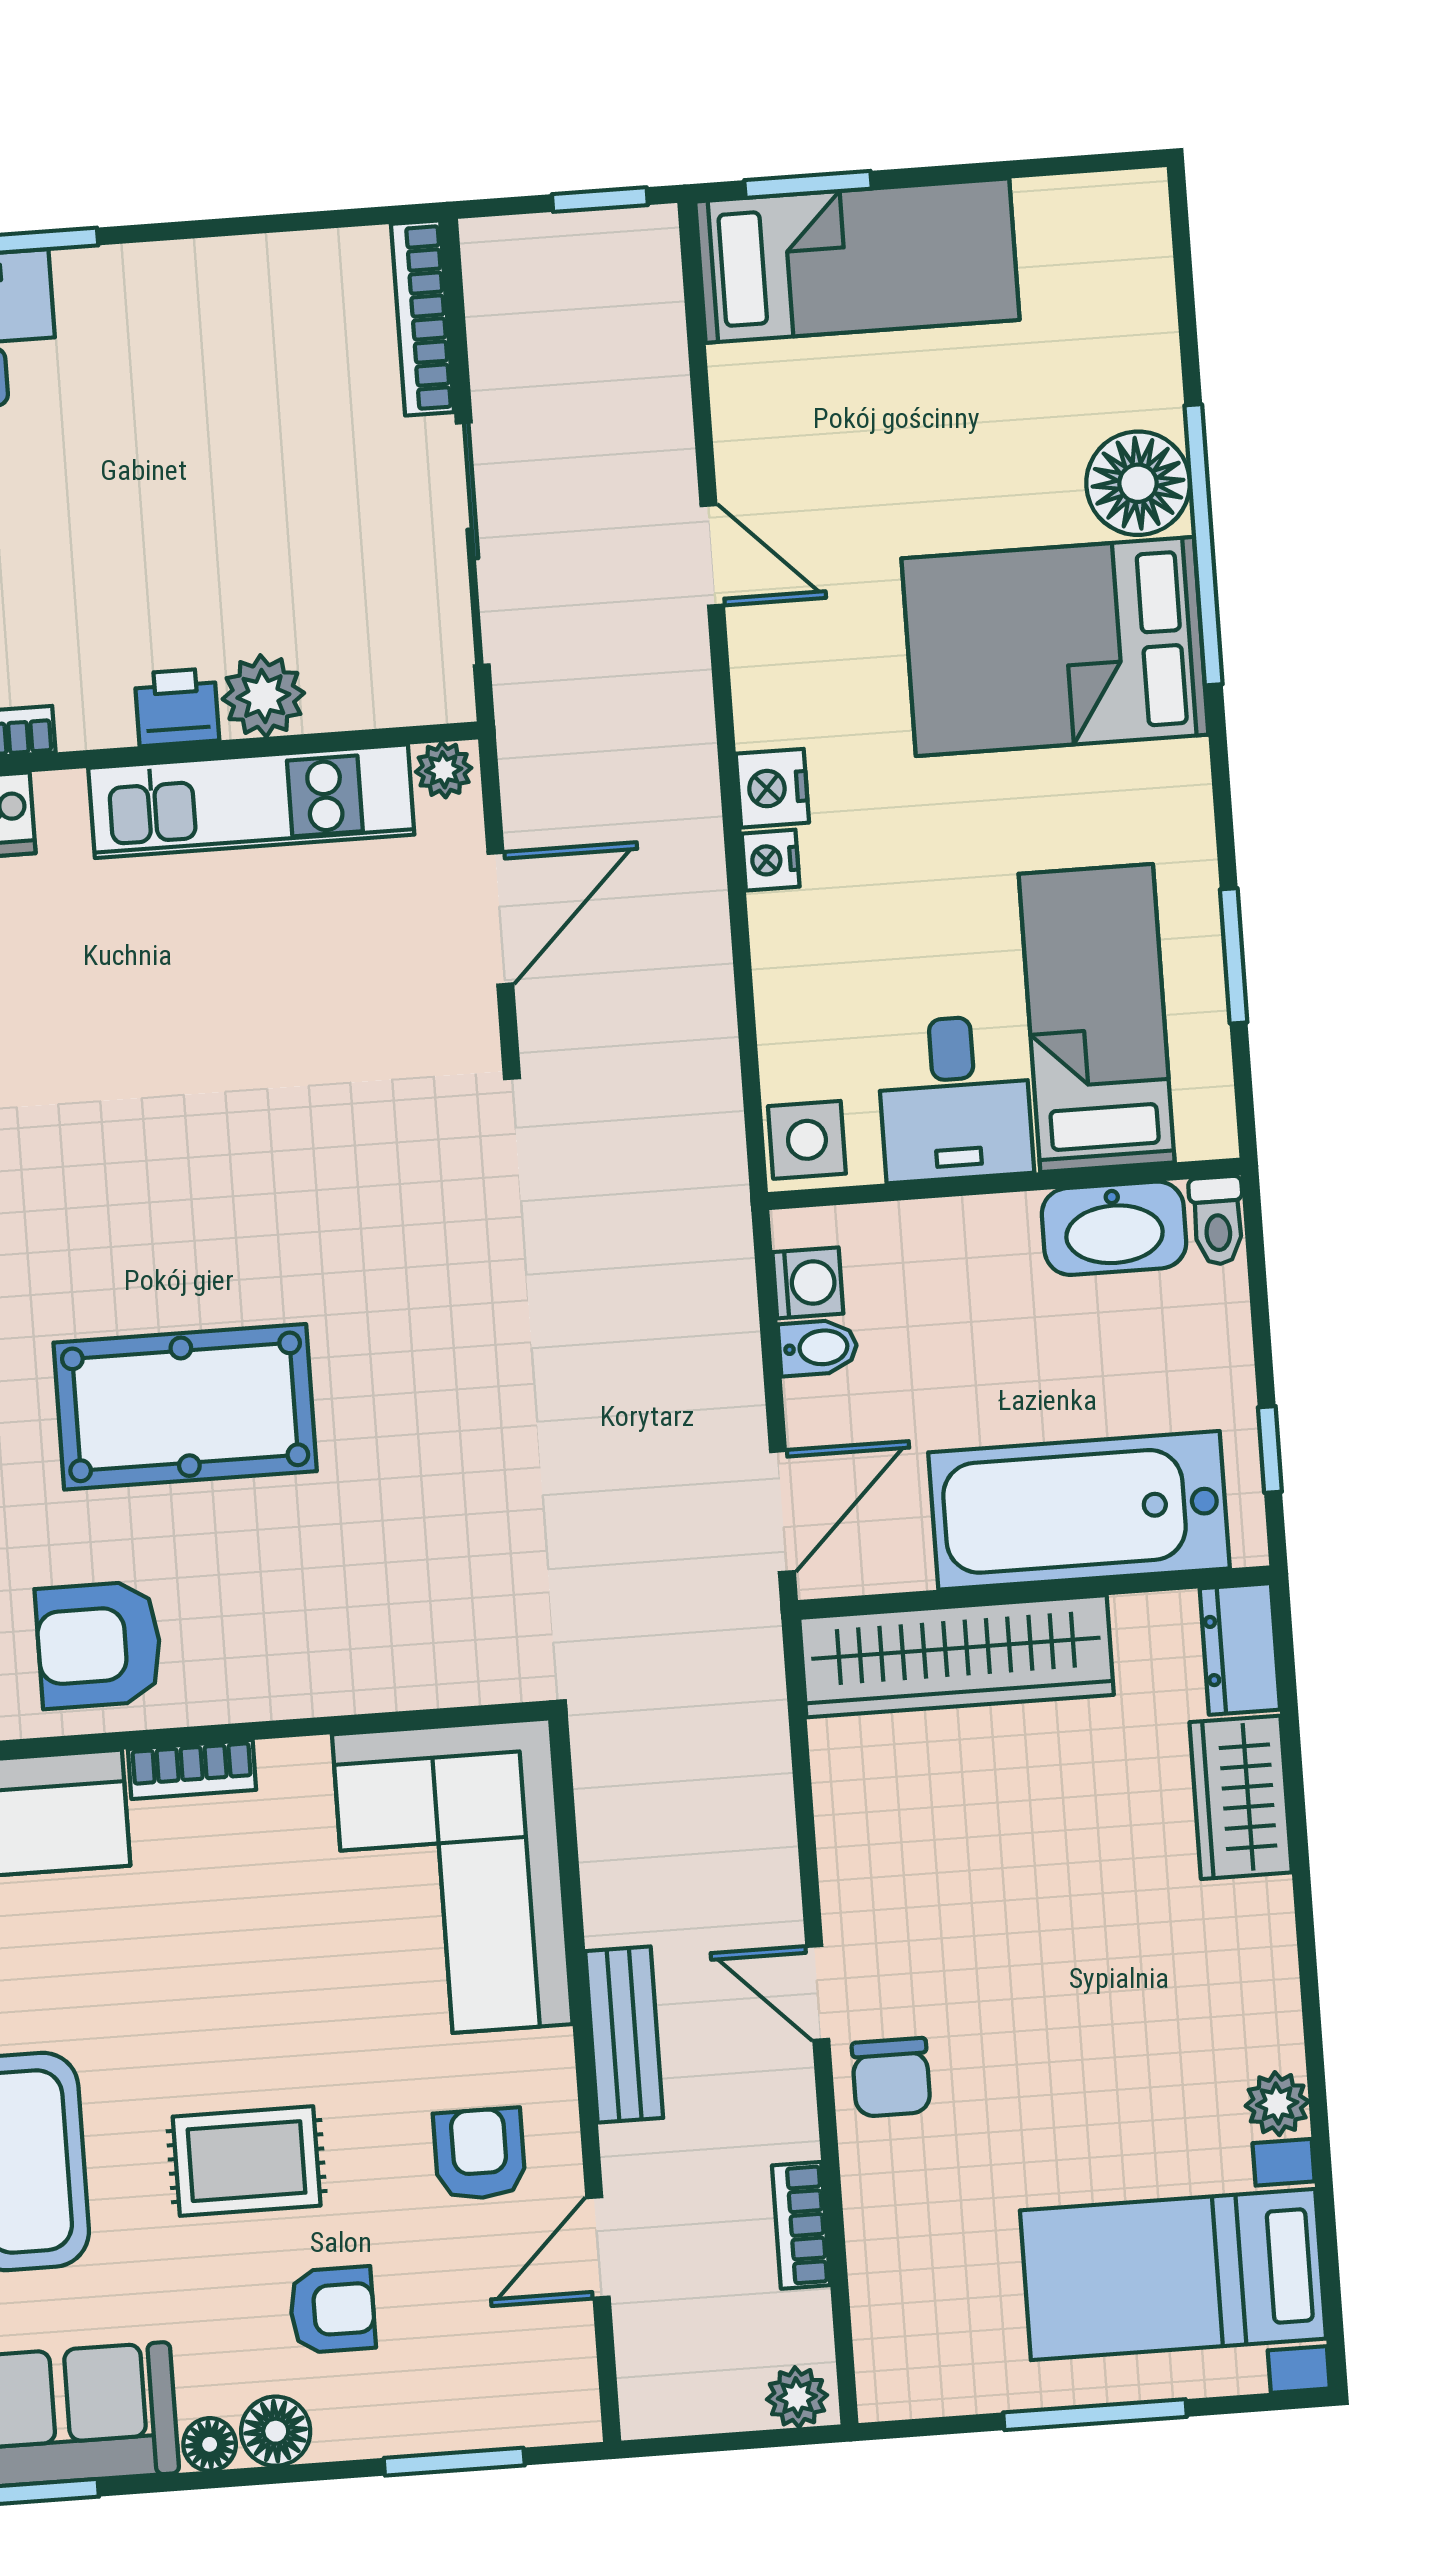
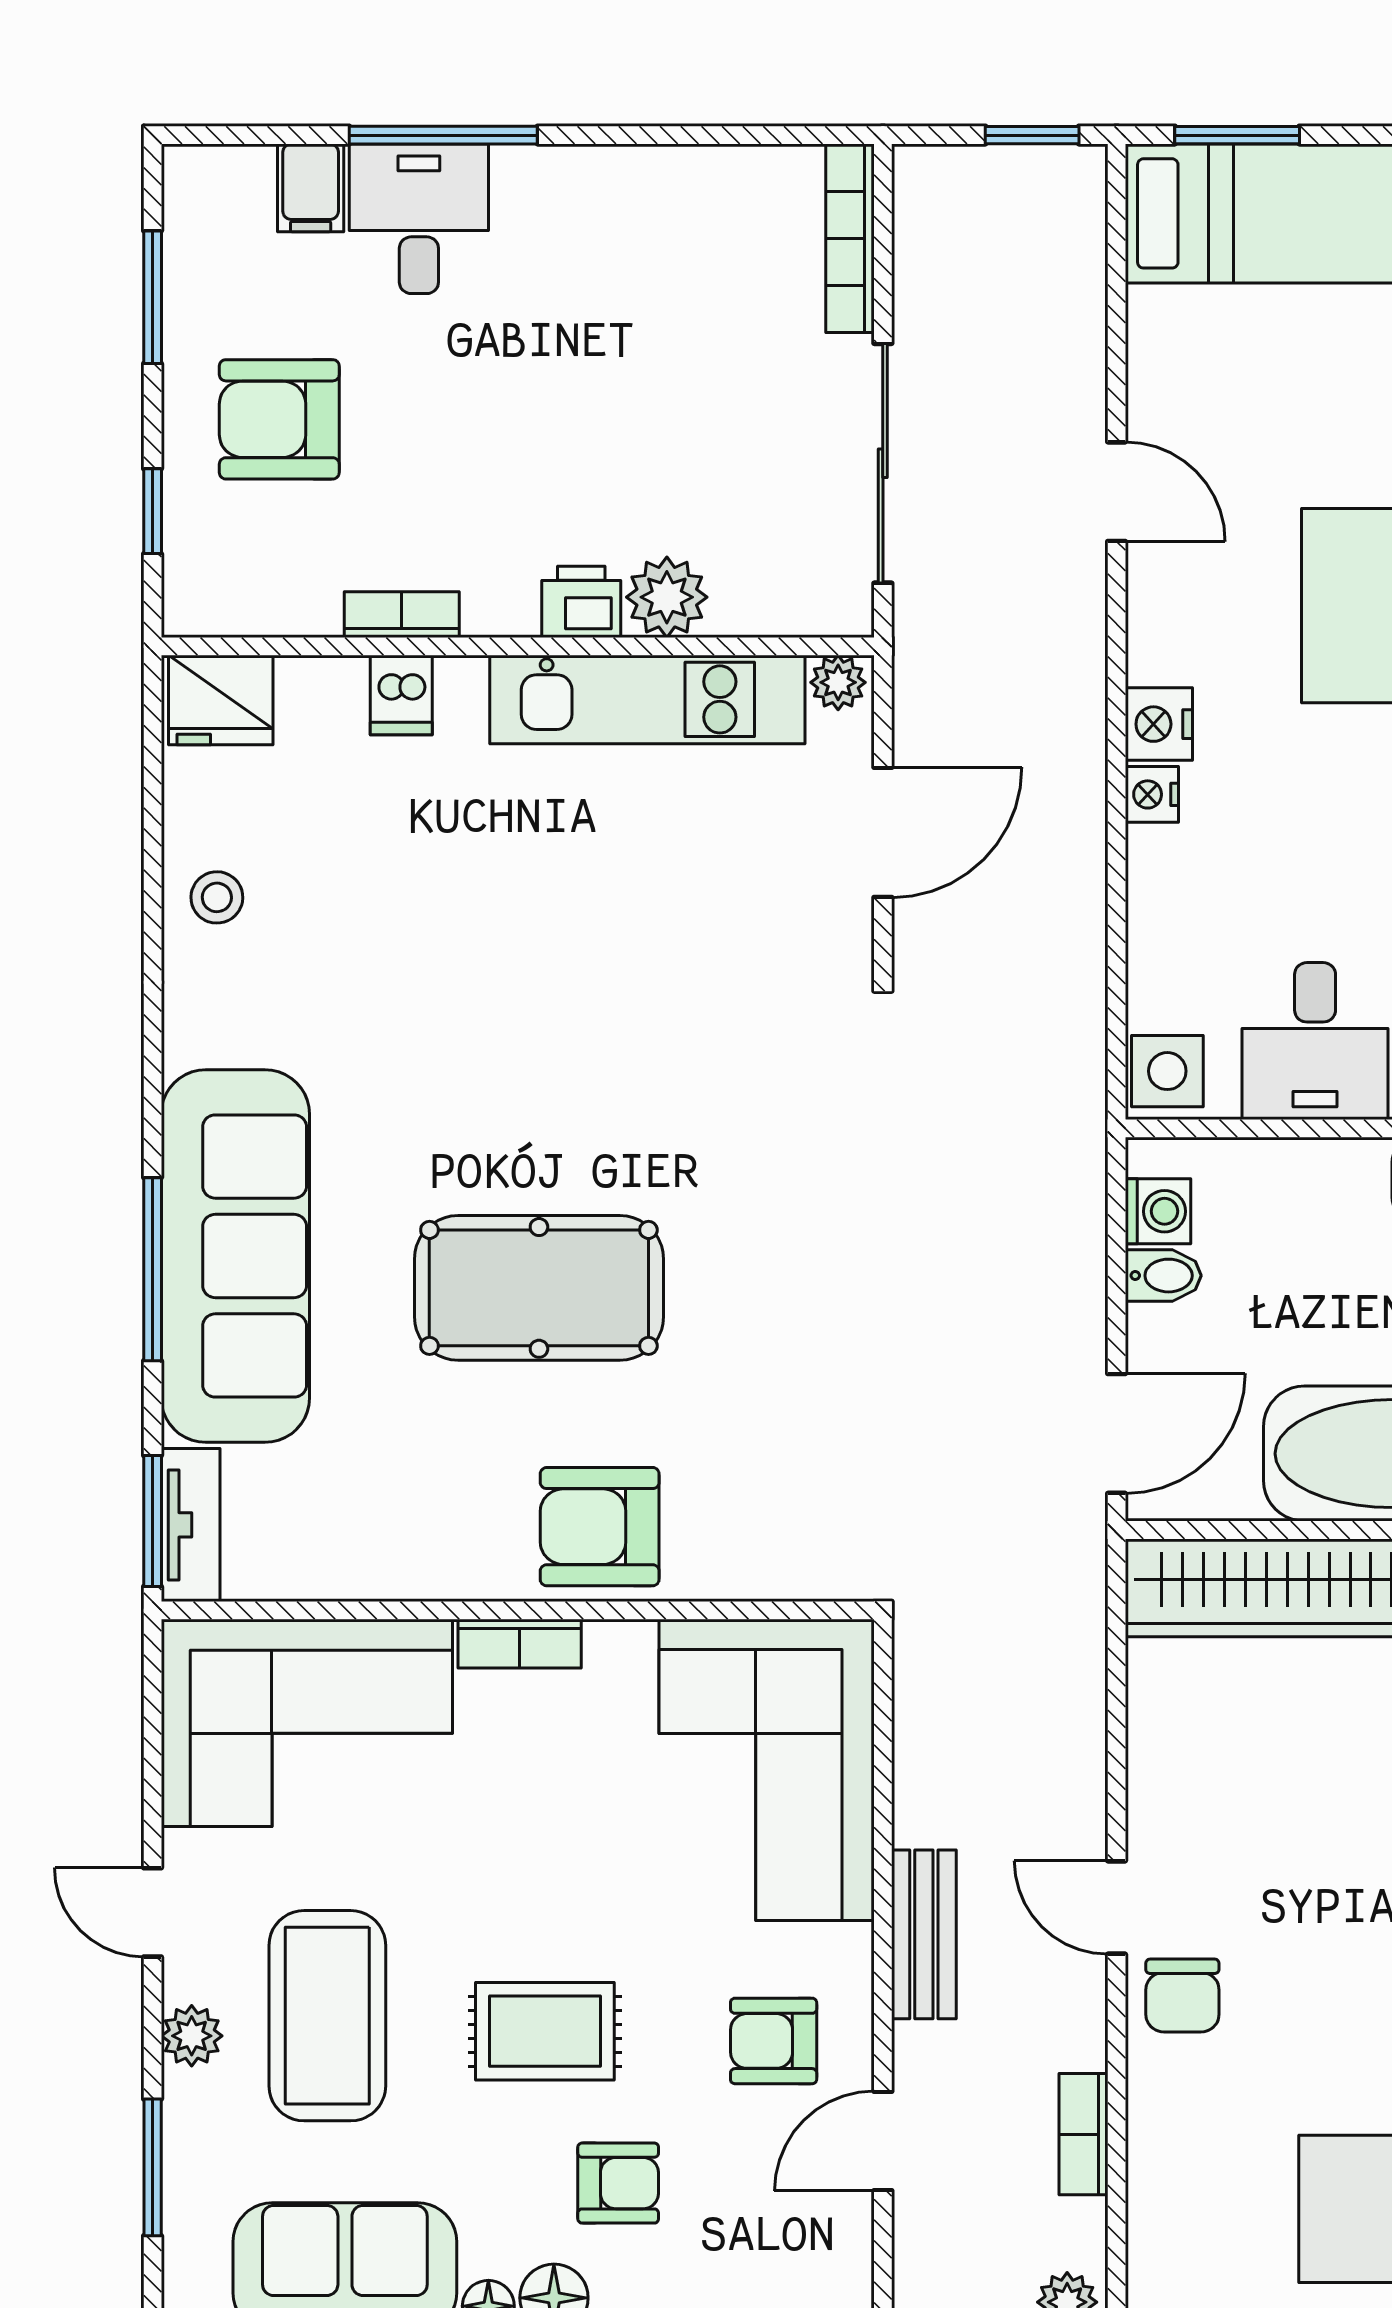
armchair: (99, 1645) -> (600, 1527), moved
armchair: (479, 2154) -> (774, 2041), turned -90

